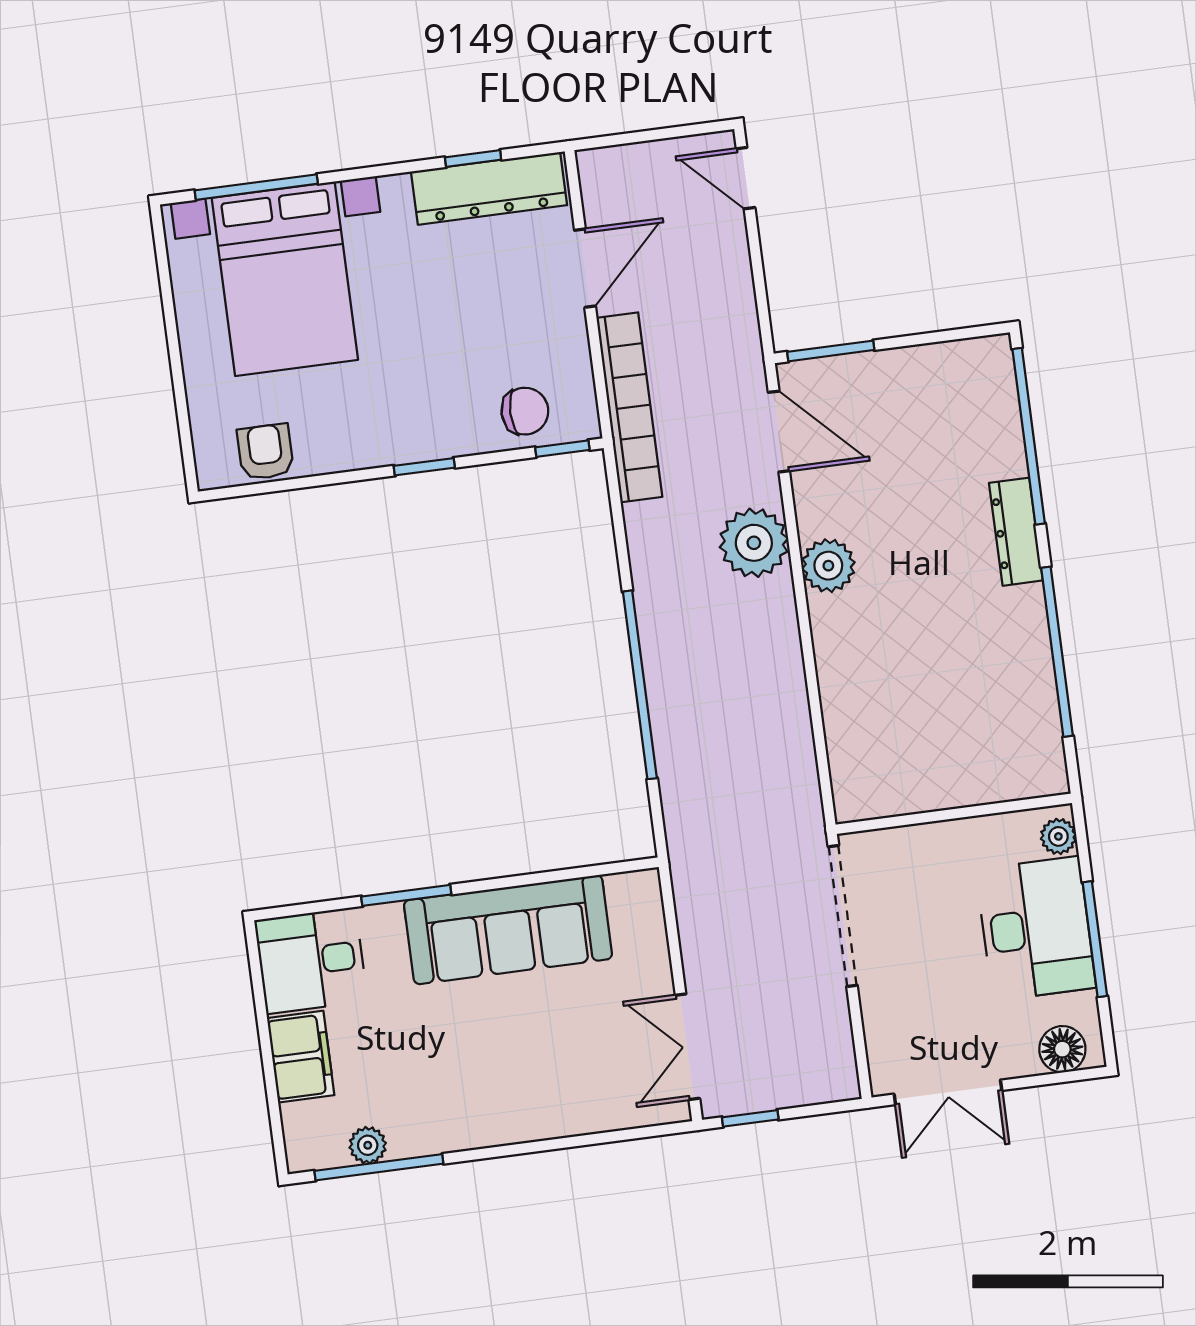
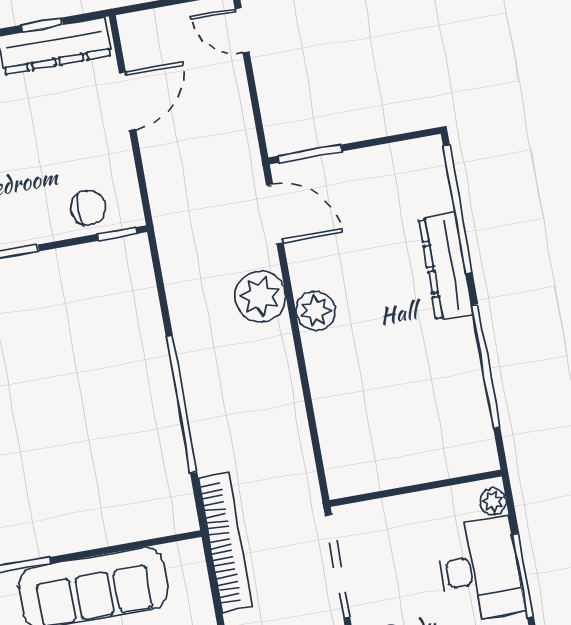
bookcase: (629, 407) -> (225, 542), moved
dresser: (1016, 532) -> (446, 267), width x1.37, depth x1.24

